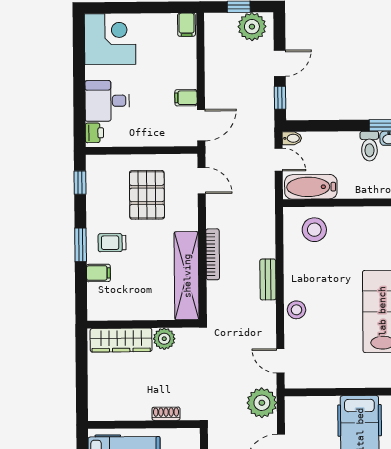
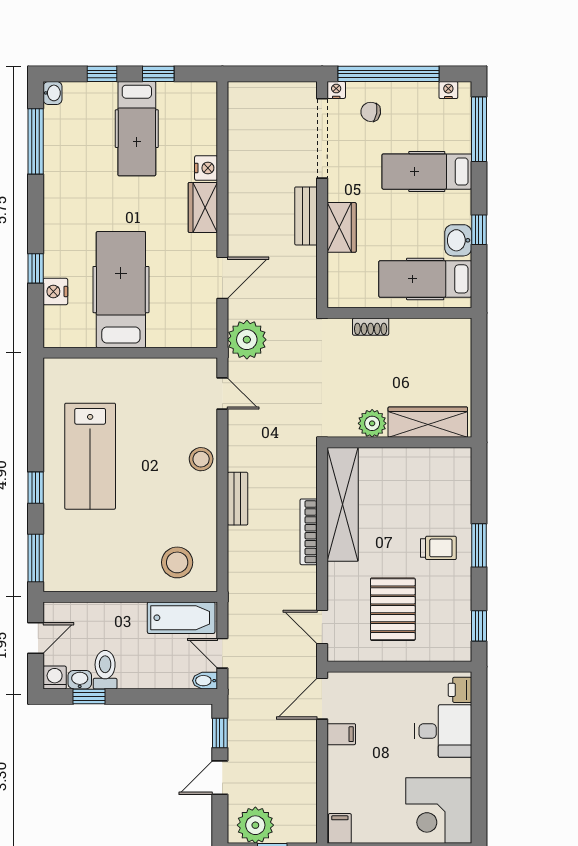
filing cabinet: (98, 273) -> (456, 509), removed

